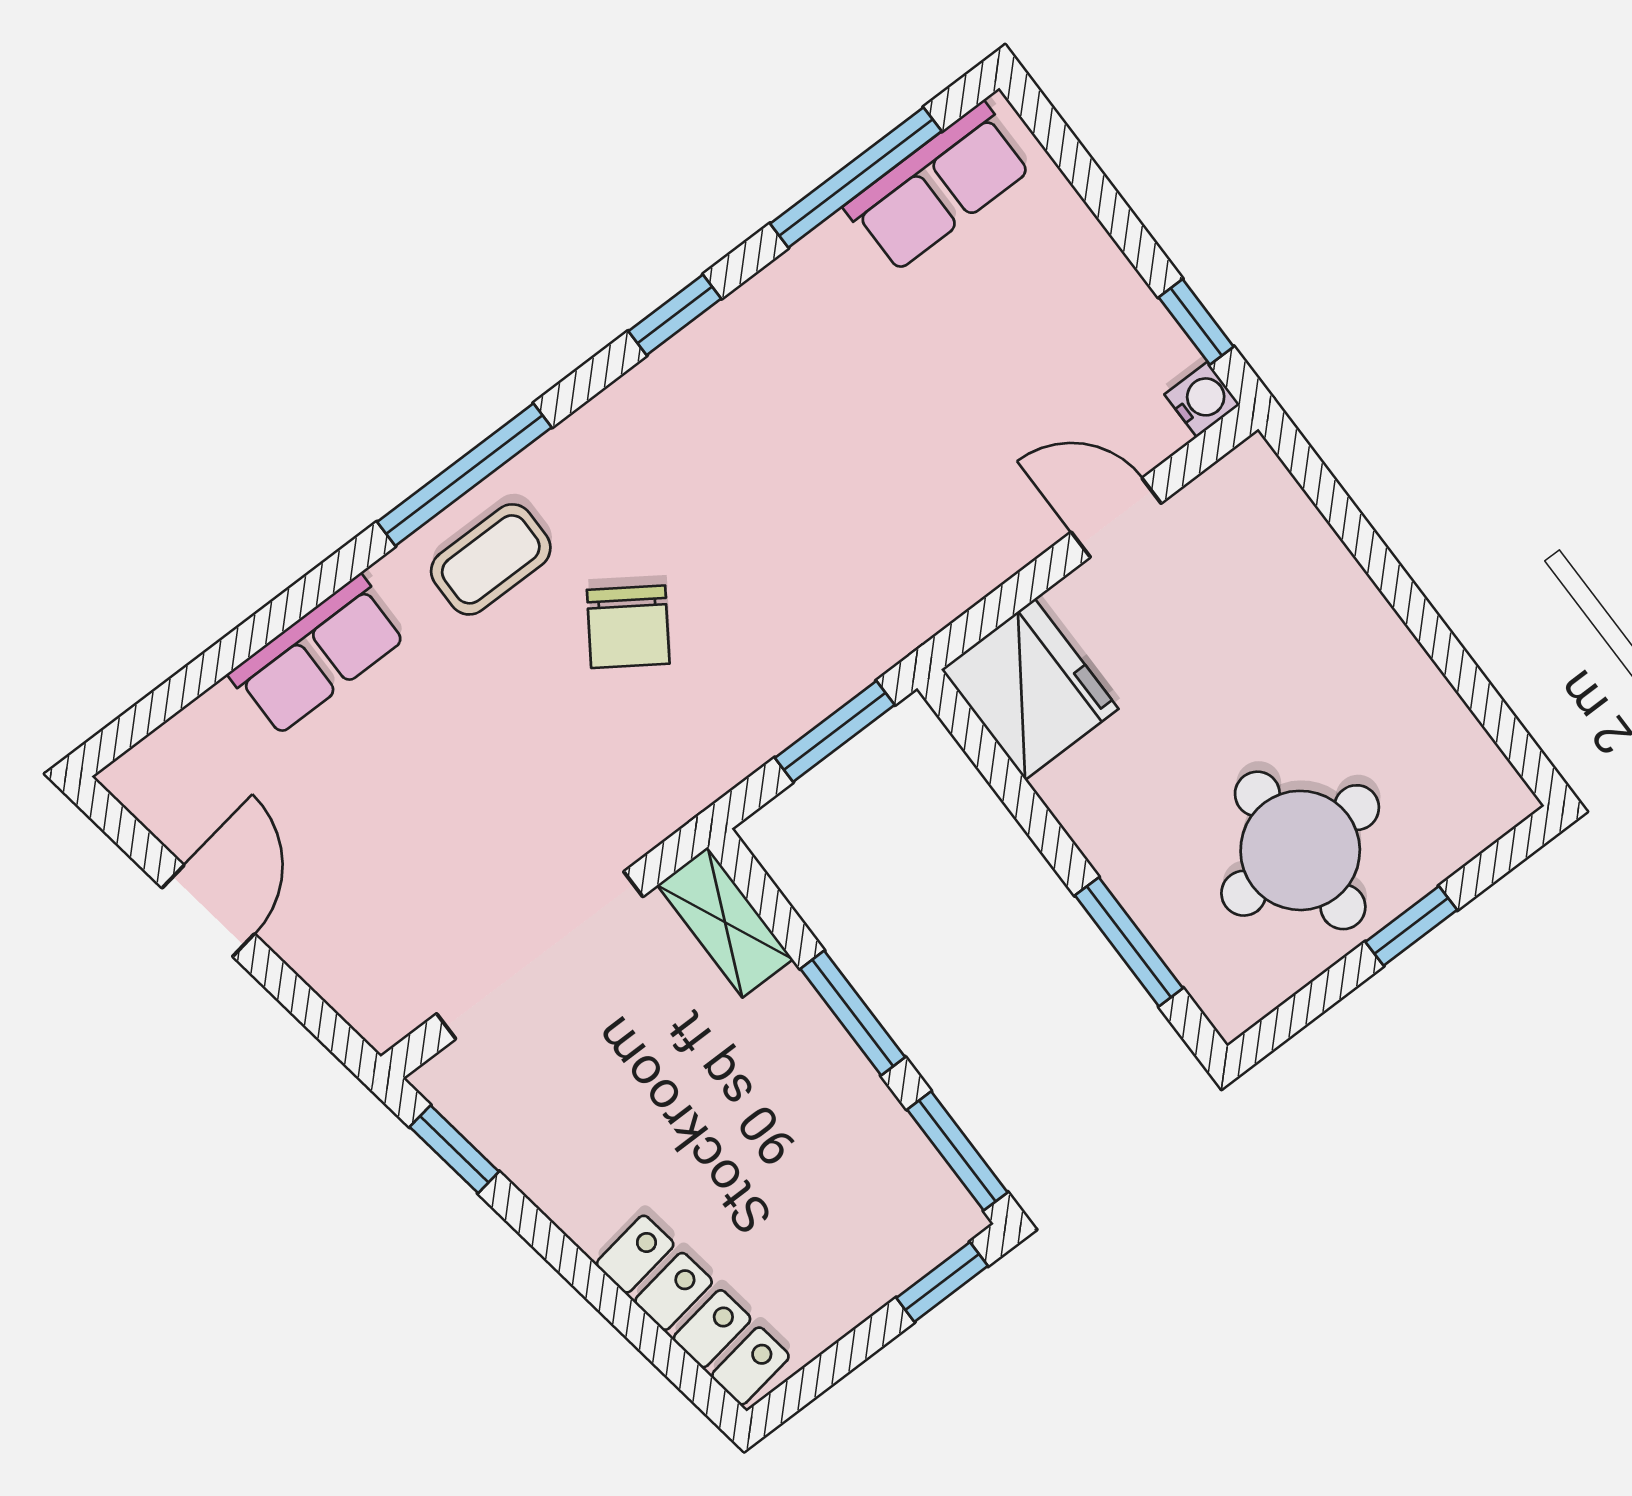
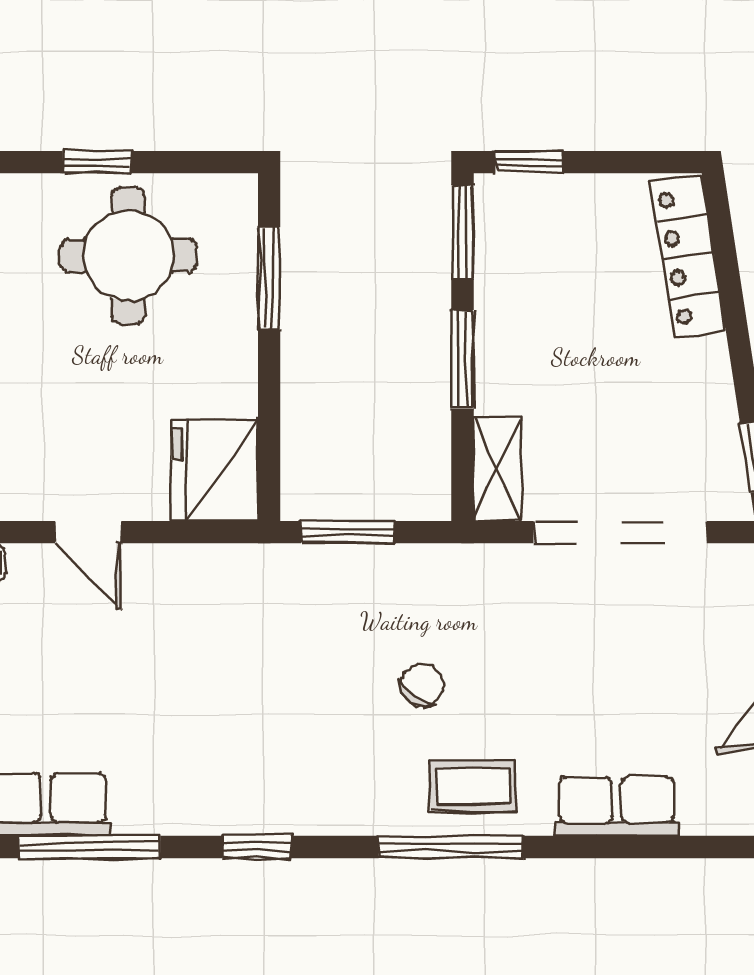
chair: (628, 627) -> (422, 685), width x0.73, depth x0.73

